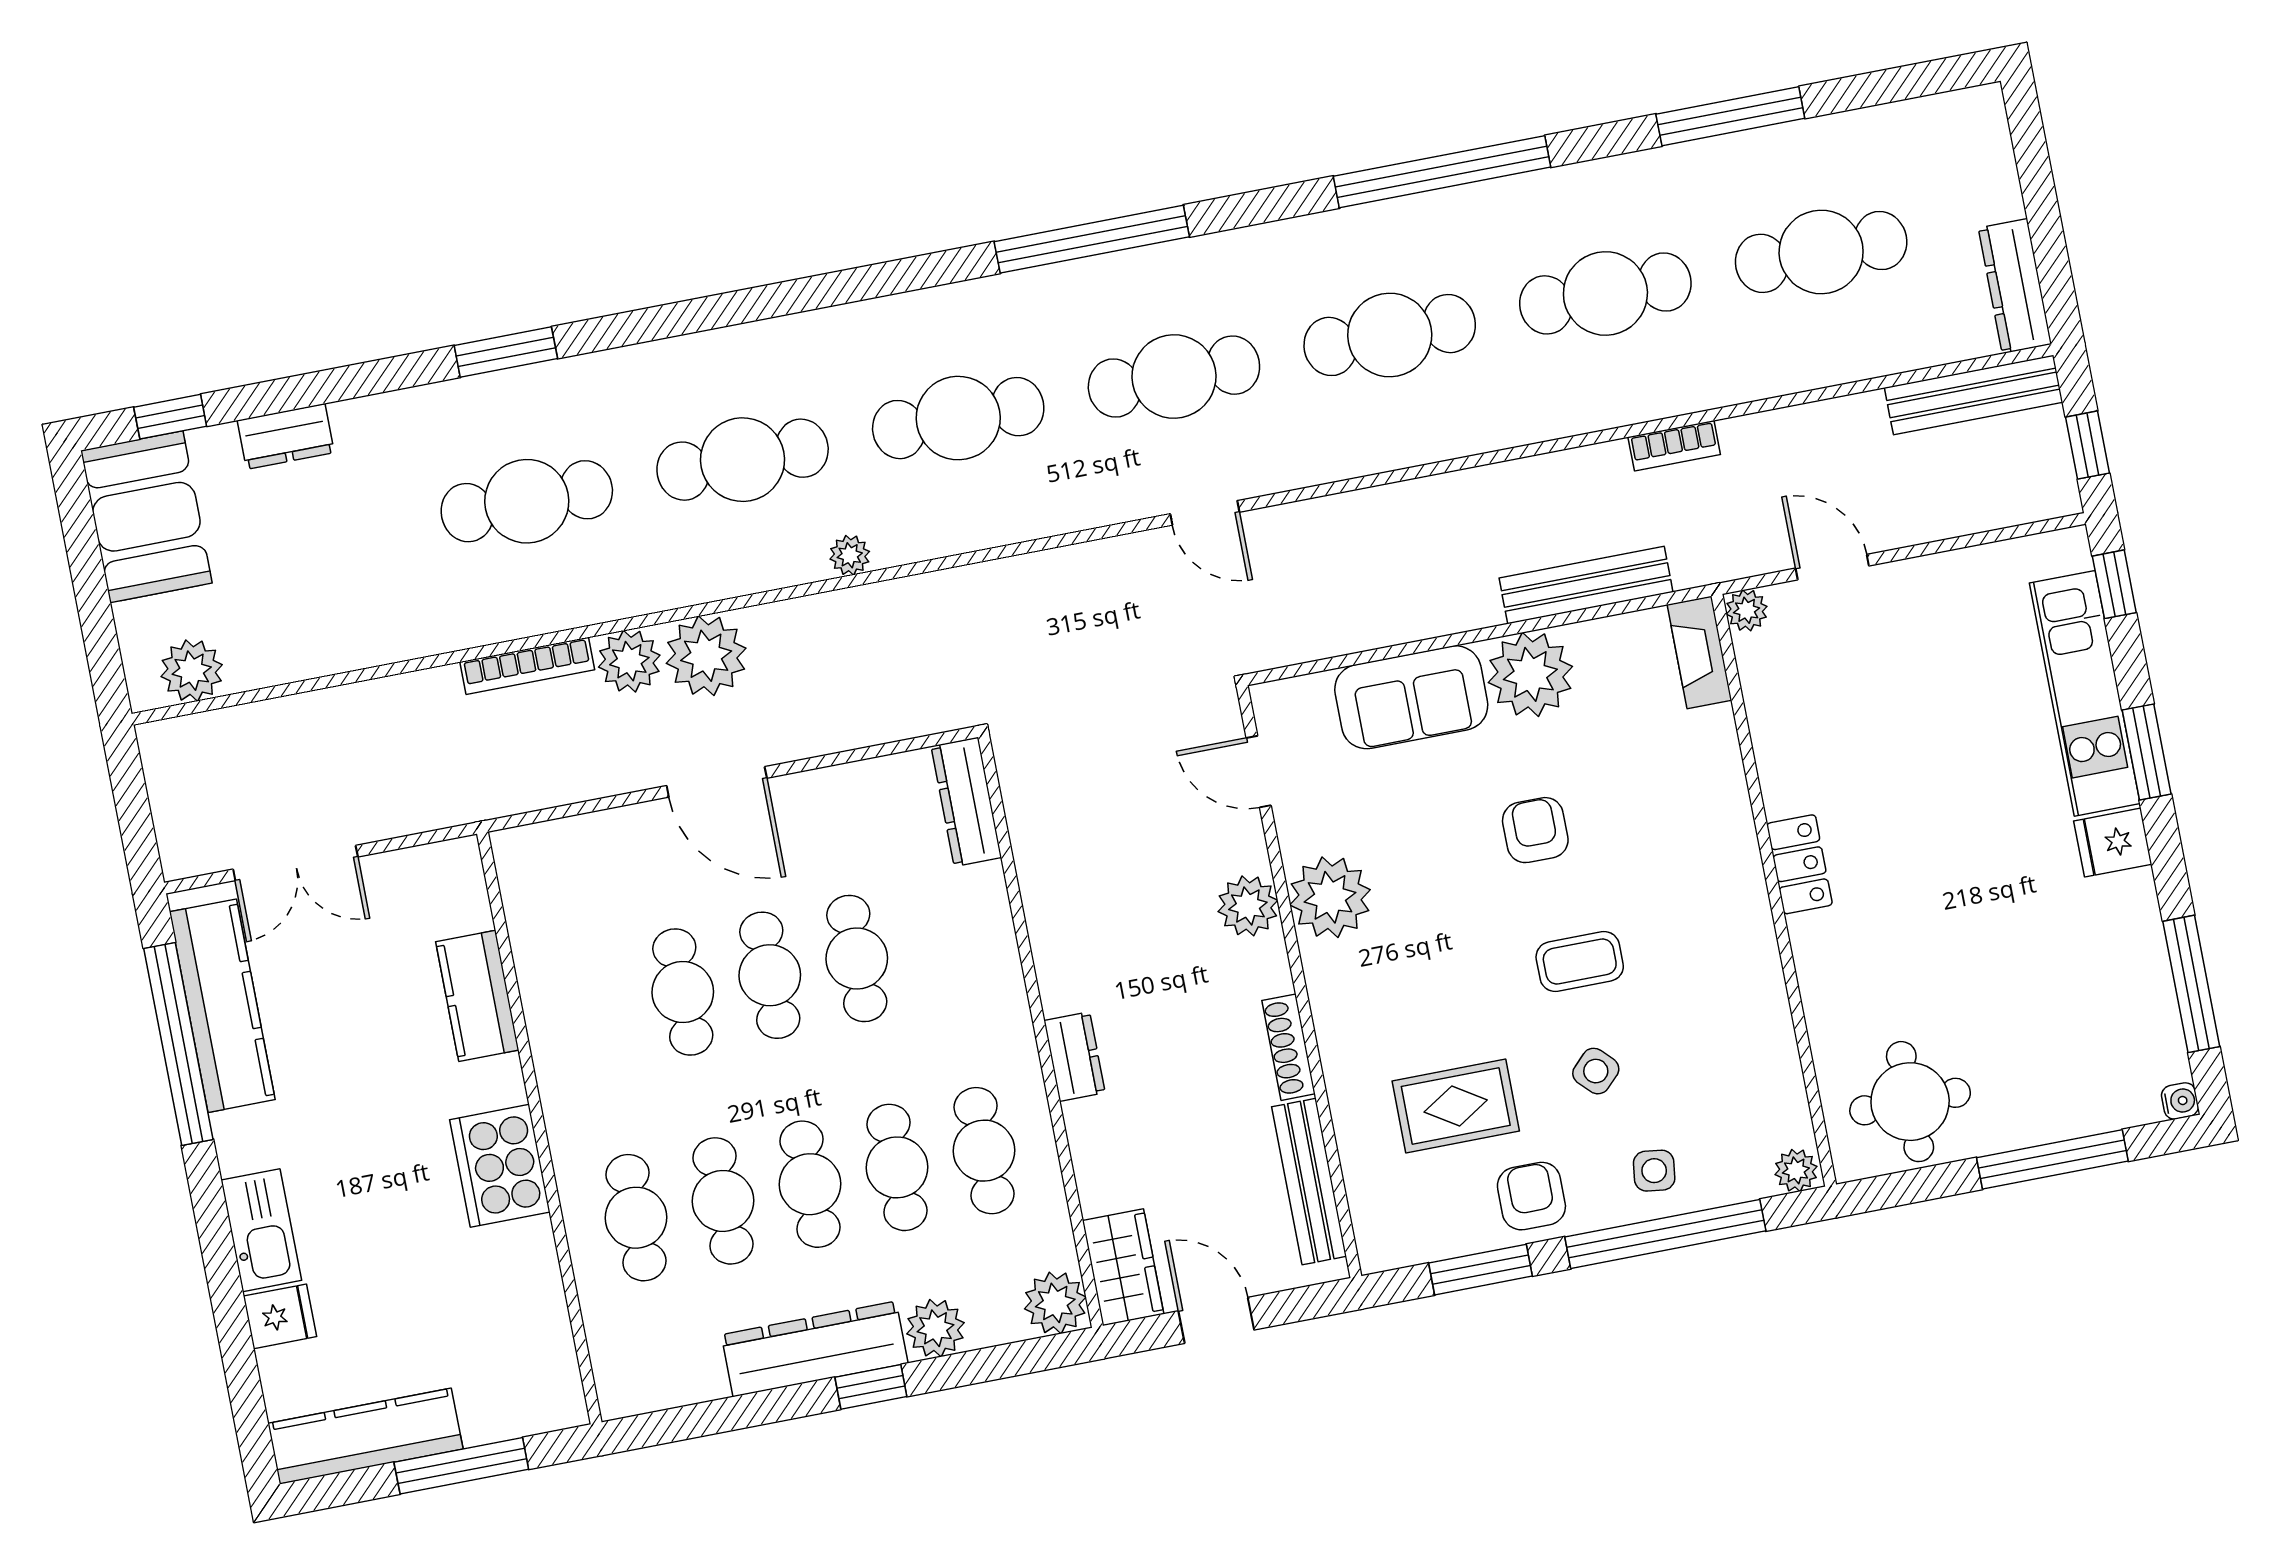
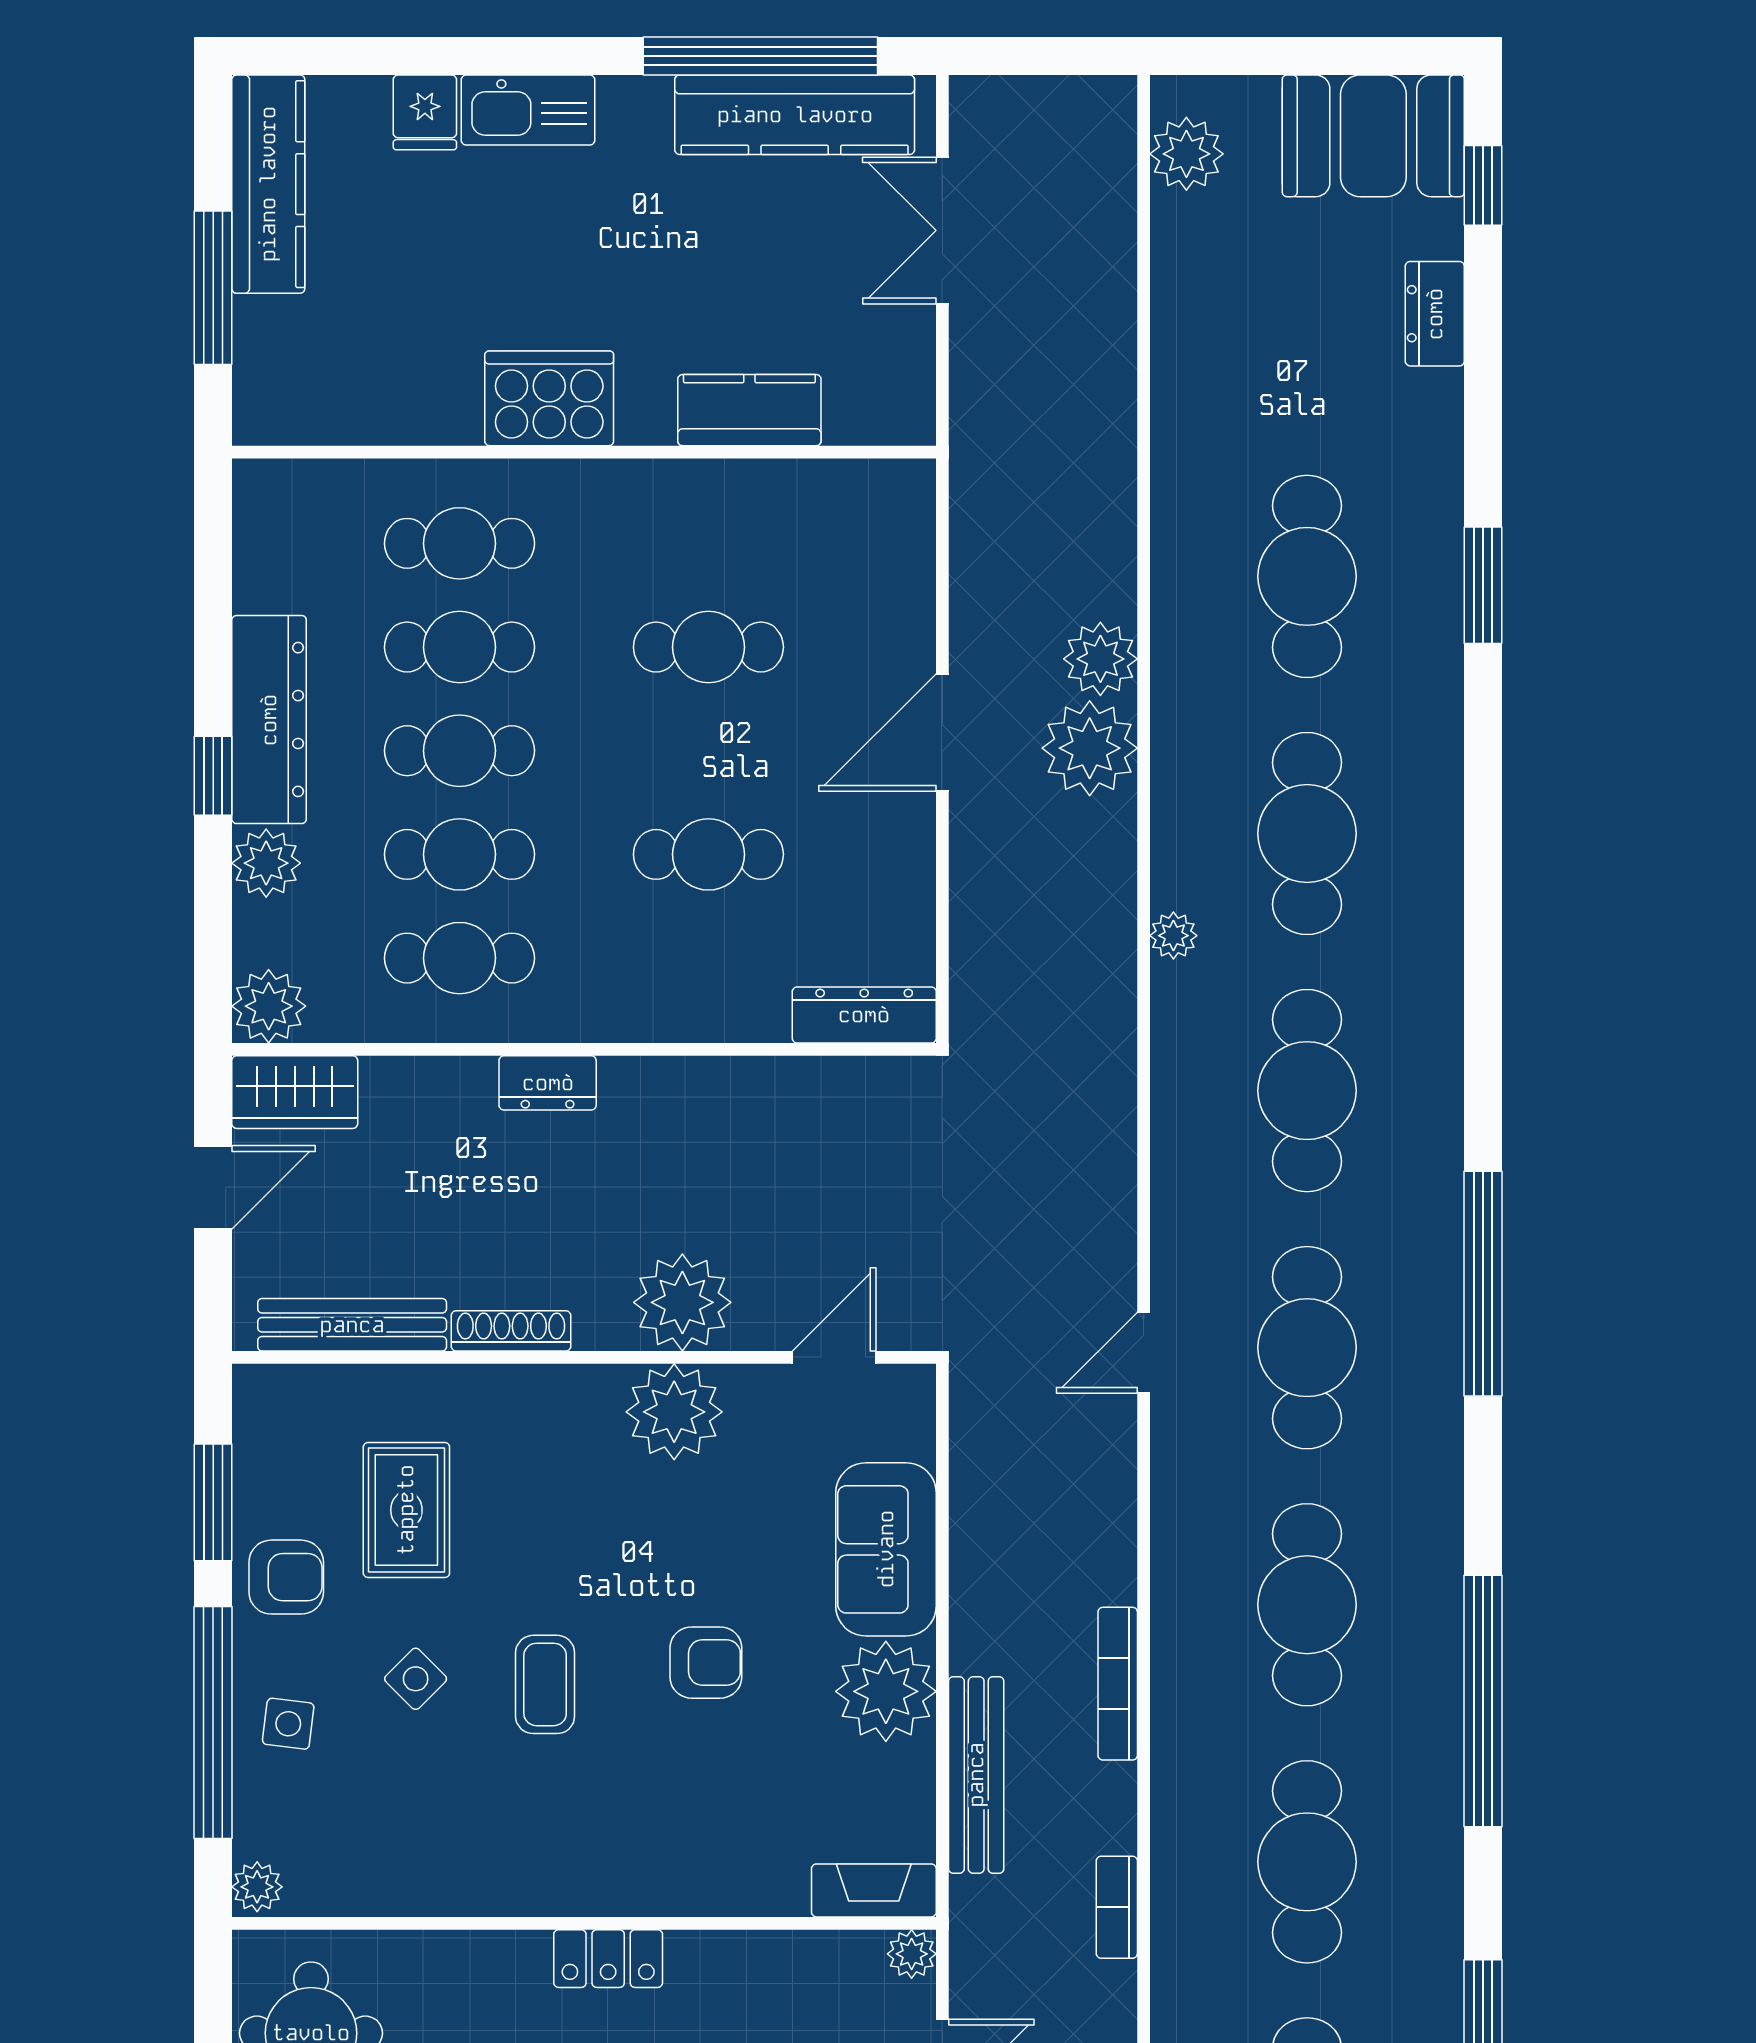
bookcase: (527, 666) -> (1118, 1684), moved
plant: (1248, 906) -> (682, 1302), width x1.36, depth x1.36
cafe table: (770, 975) -> (708, 751), removed

